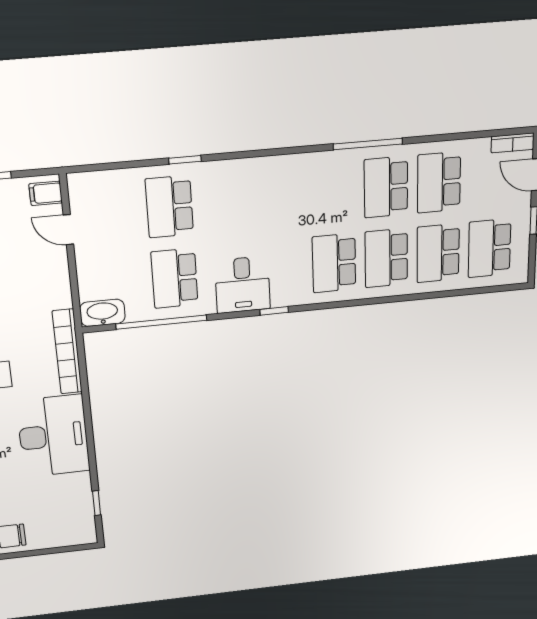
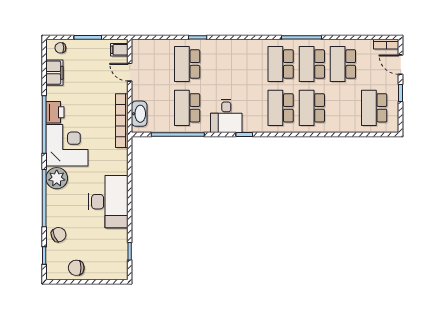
school desk: (438, 253) -> (281, 64), moved
washbasin: (102, 313) -> (139, 114), moved, turned 90
bookcase: (67, 352) -> (122, 121), moved

